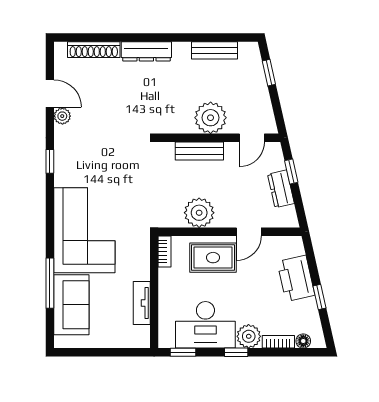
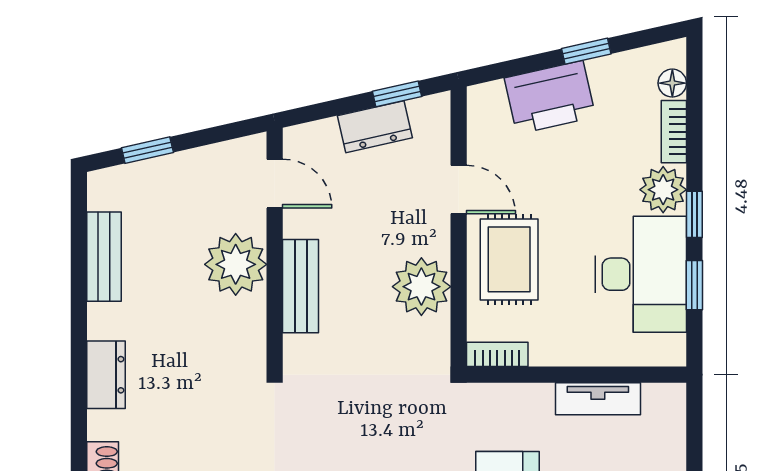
dresser: (146, 51) -> (106, 375), width x0.70
window: (291, 171) -> (397, 94), moved
window: (183, 352) -> (694, 285), moved

